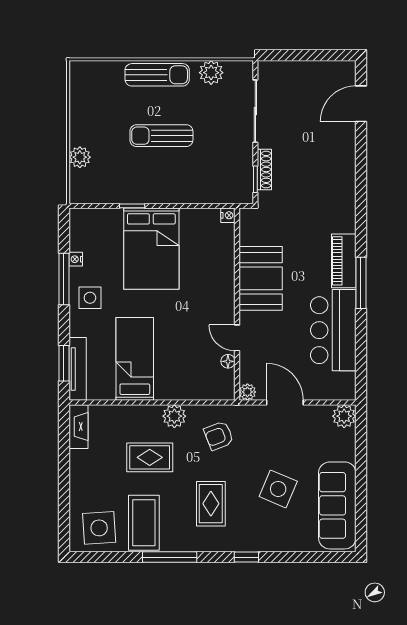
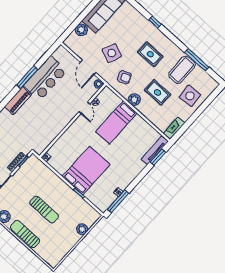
booth: (261, 278) -> (55, 122), removed
window: (64, 279) -> (118, 201), moved
window: (361, 283) -> (27, 77), moved
side table: (90, 298) -> (126, 173), removed
bed: (135, 359) -> (116, 122), moved
plant: (344, 416) -> (81, 30), moved
side table: (278, 489) -> (112, 53), moved
rug: (211, 504) -> (150, 54), turned 90
side table: (99, 528) -> (190, 96), moved
window: (170, 557) -> (197, 60), moved

